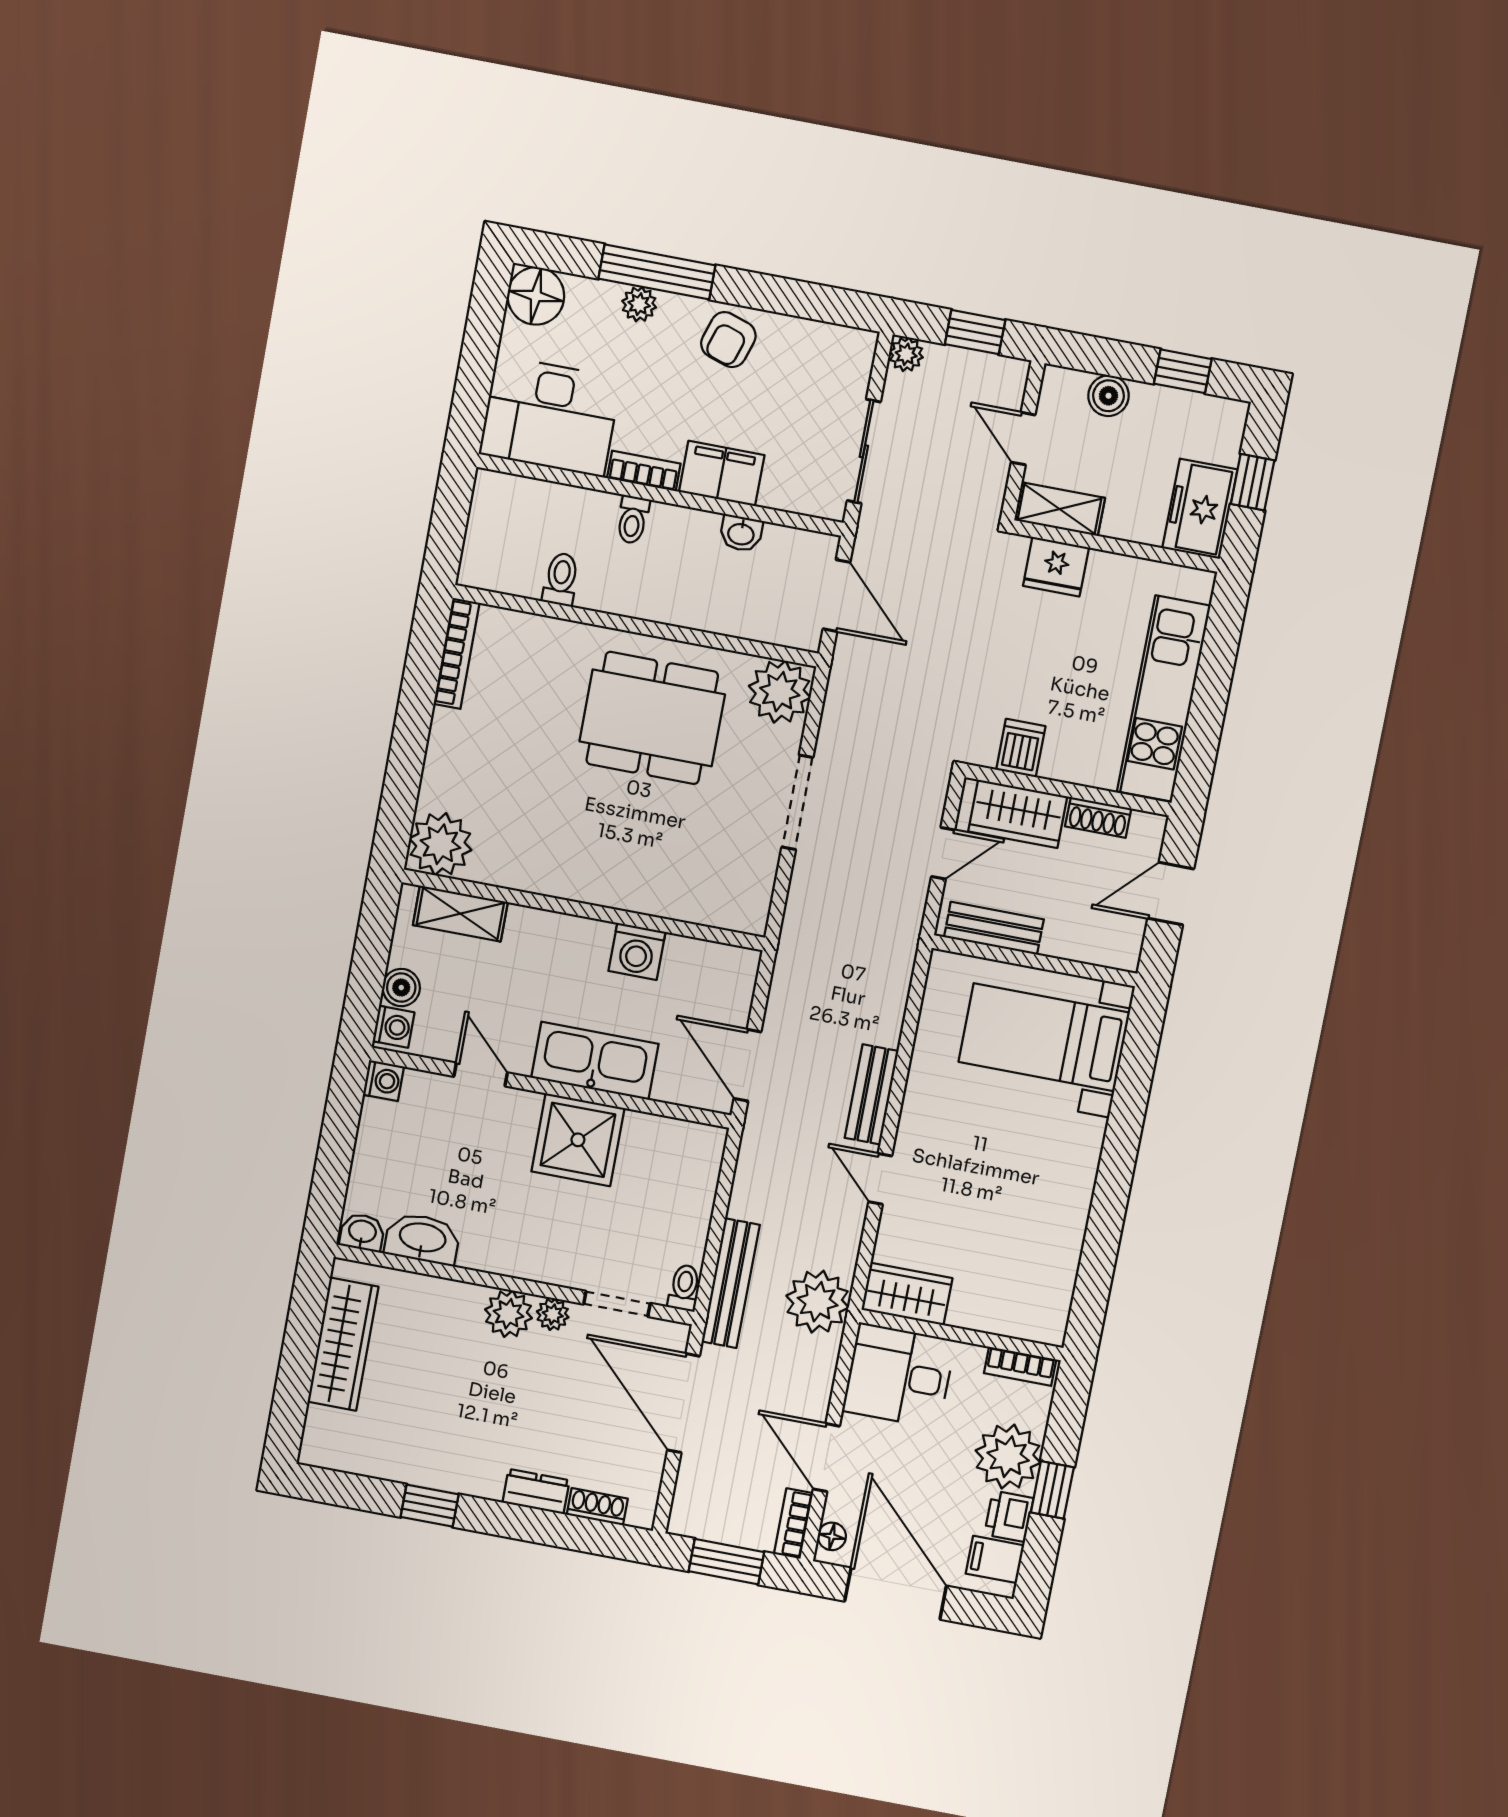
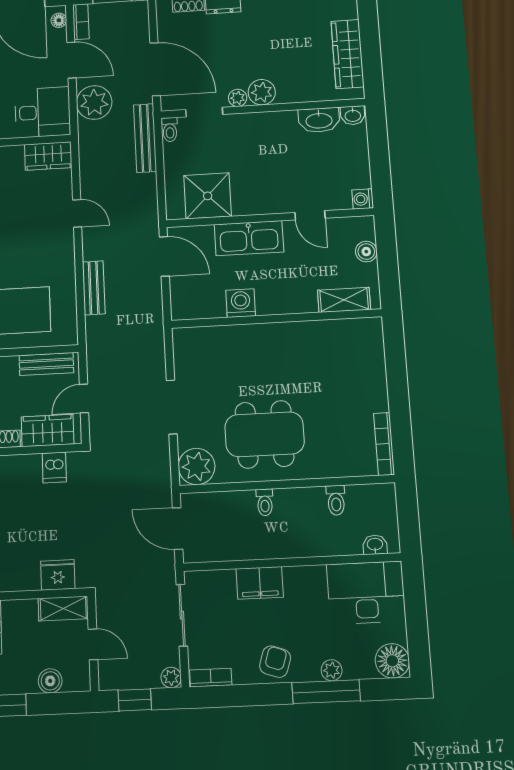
bookcase: (644, 471) -> (211, 678), moved, turned 180
toilet: (633, 520) -> (265, 502), moved, turned 180
washbasin: (741, 533) -> (375, 545), moved
plant: (440, 844) -> (365, 335), removed
washing machine: (394, 1027) -> (365, 229), removed
bench: (871, 1094) -> (94, 288), moved
shower: (578, 1140) -> (208, 196), moved
plant: (818, 1302) -> (94, 102), moved

